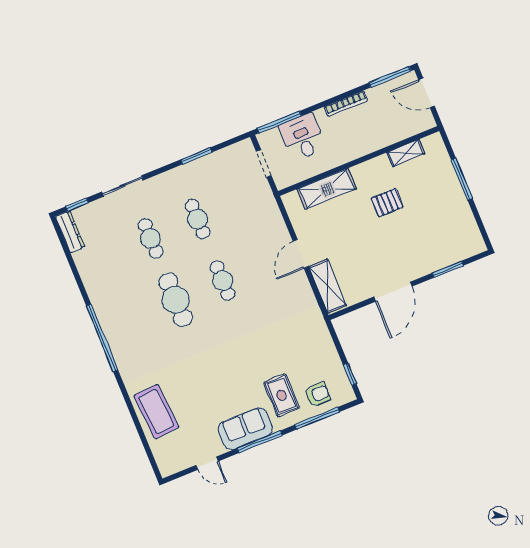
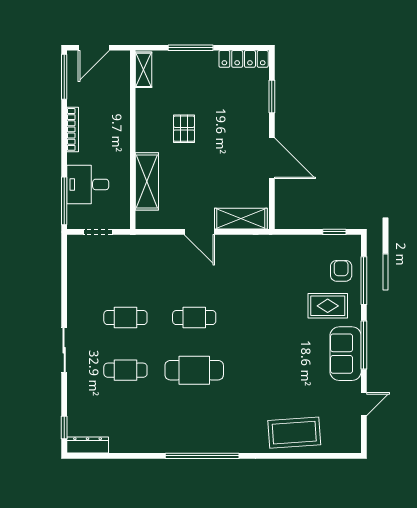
shelving: (406, 153) -> (144, 70), moved
window: (196, 156) -> (64, 294), removed
sliding door: (123, 186) -> (64, 350), moved
locker: (471, 230) -> (244, 59), added

